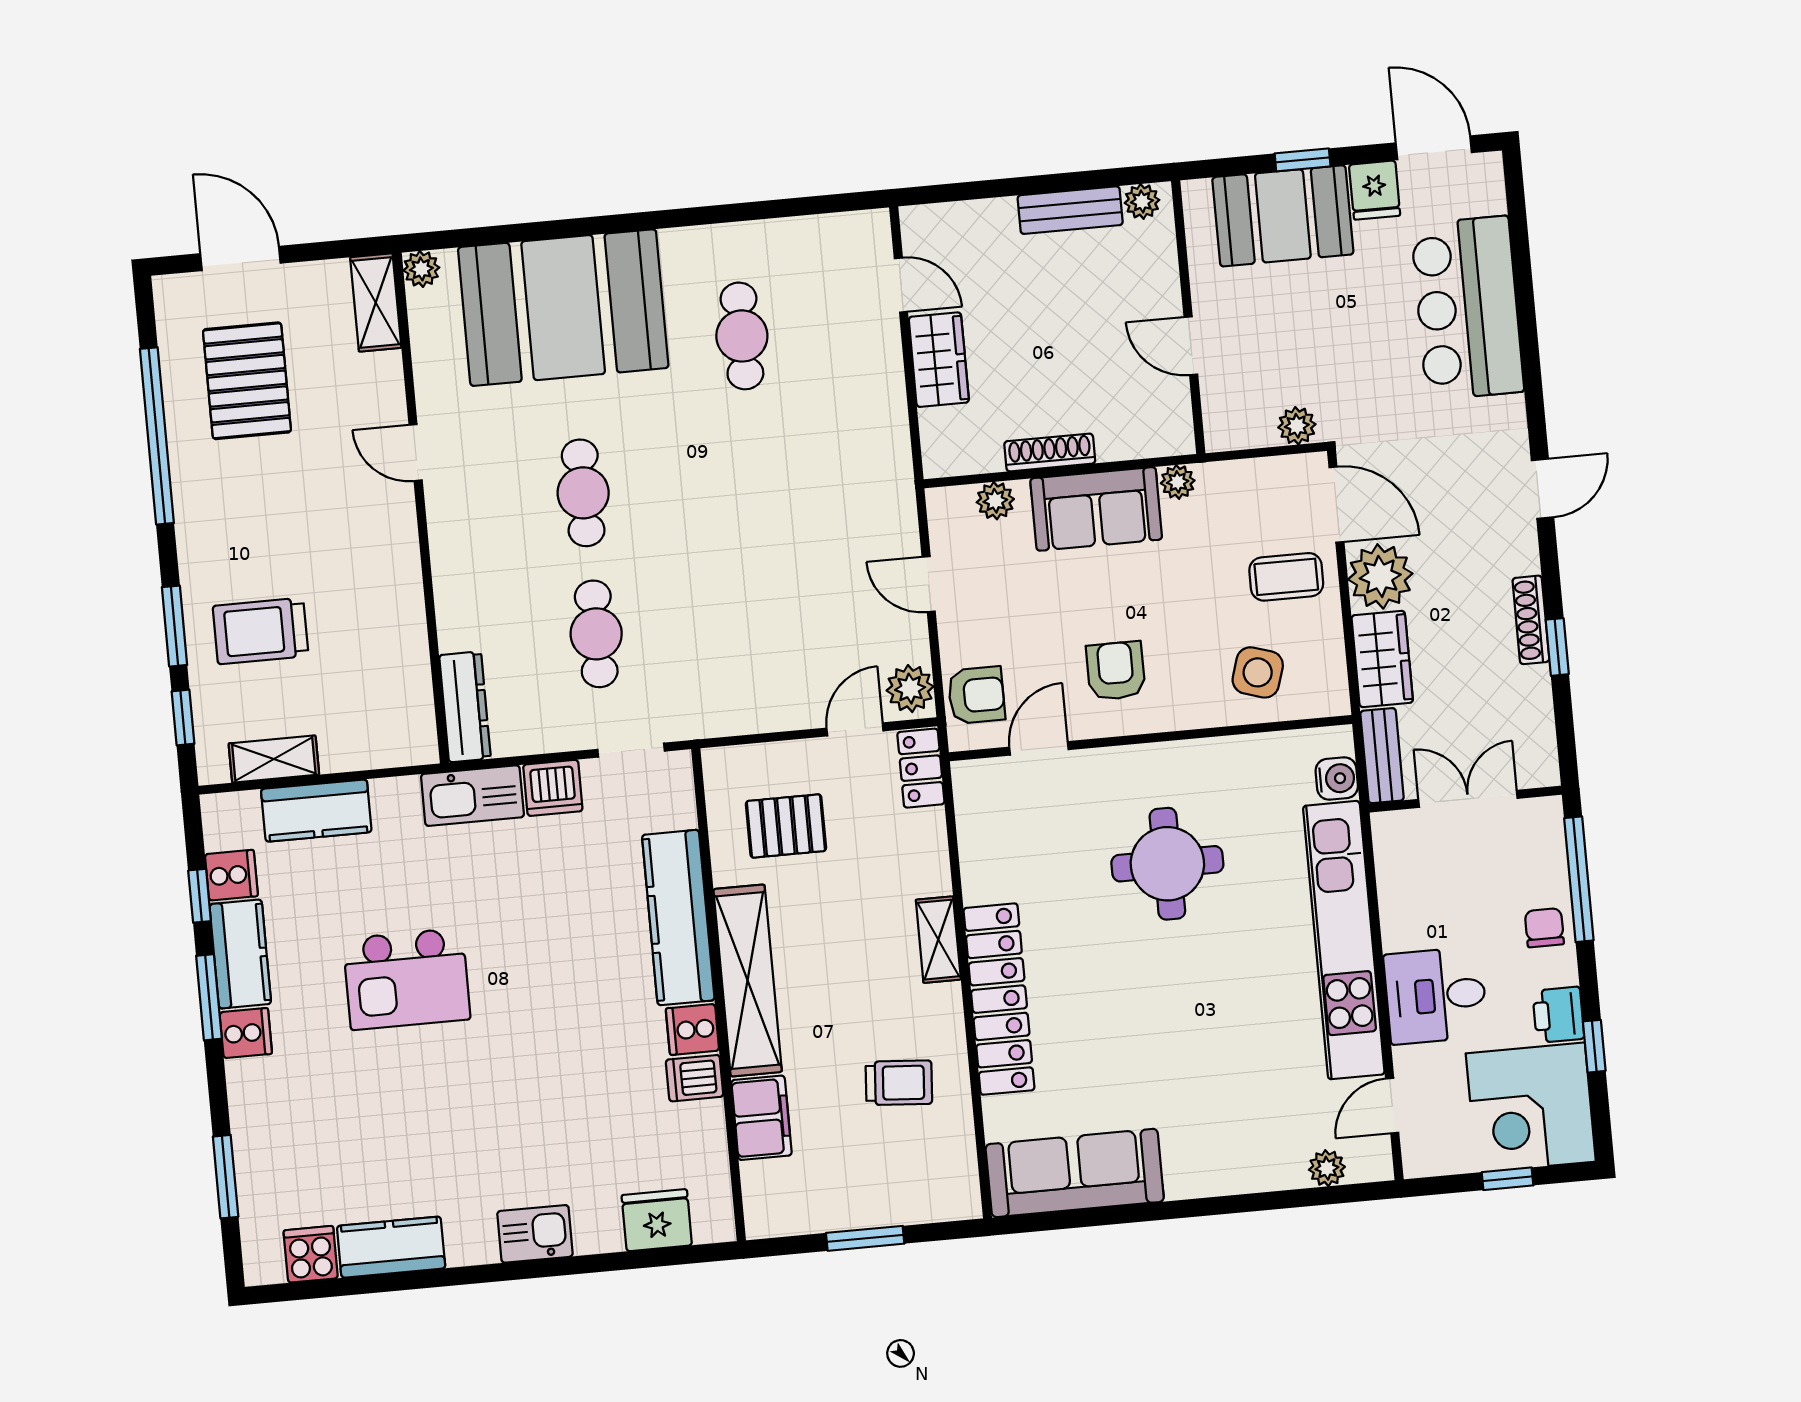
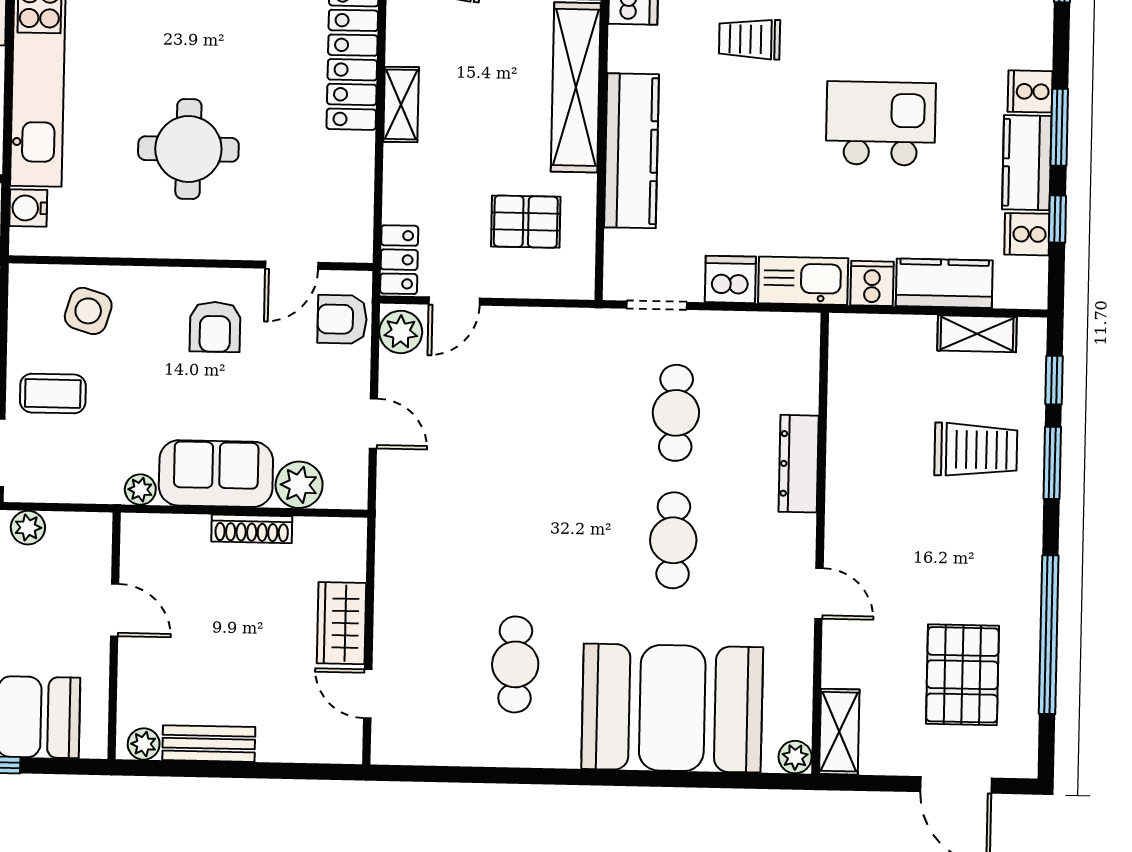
plant: (995, 501) -> (299, 485), width x1.38, depth x1.38
dresser: (465, 707) -> (799, 464), moved
cooker: (692, 1029) -> (872, 283), moved, turned -90
trolley: (562, 1055) -> (750, 39), added

